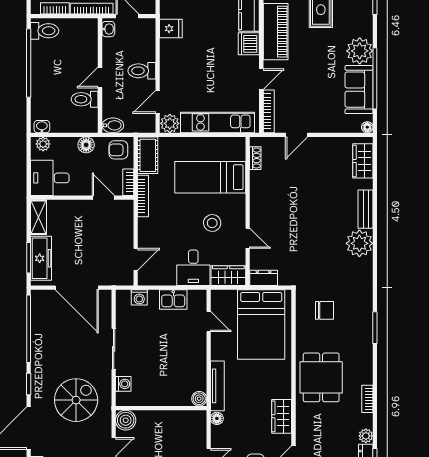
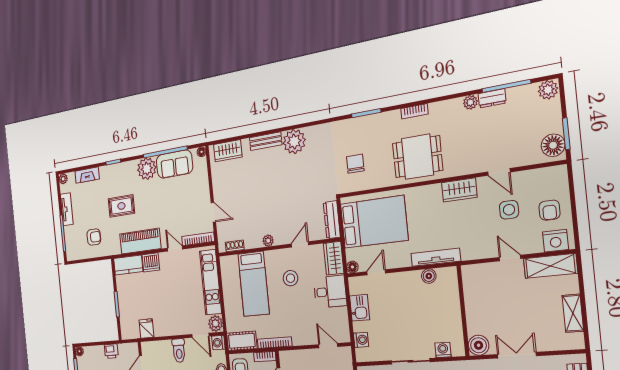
washing machine: (148, 125) -> (218, 343), added
plant: (256, 200) -> (268, 241), added
dresser: (264, 278) -> (332, 220), width x1.44
boiler: (199, 399) -> (429, 276), moved
bookcase: (367, 399) -> (414, 111), moved
floor lamp: (217, 418) -> (352, 267), moved

